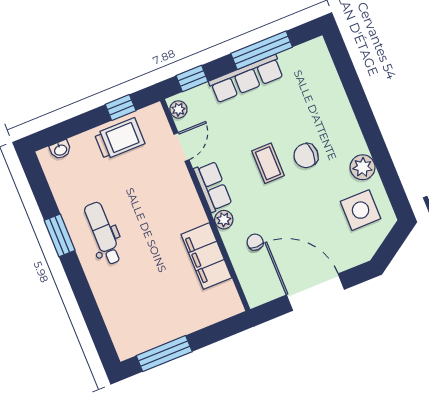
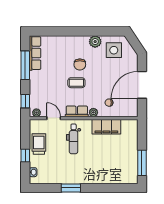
row of seats: (246, 79) -> (35, 53), moved
window: (121, 107) -> (25, 156), moved
dental chair: (103, 233) -> (74, 139), moved, turned -90

